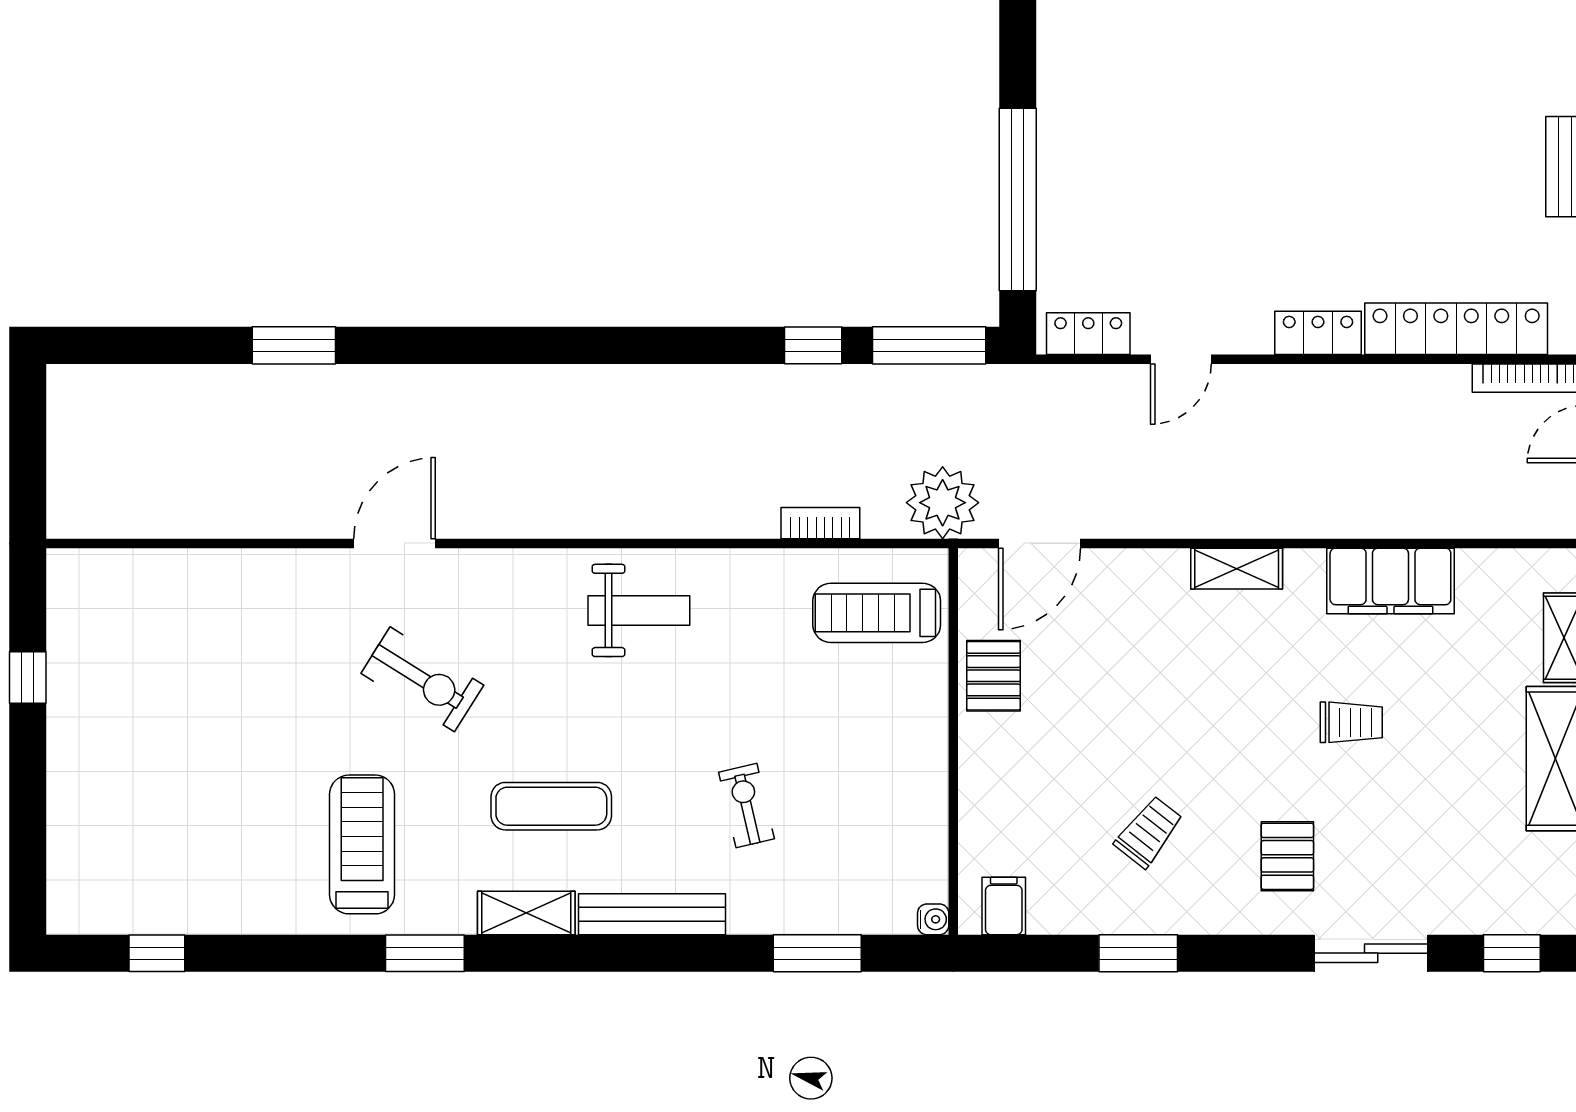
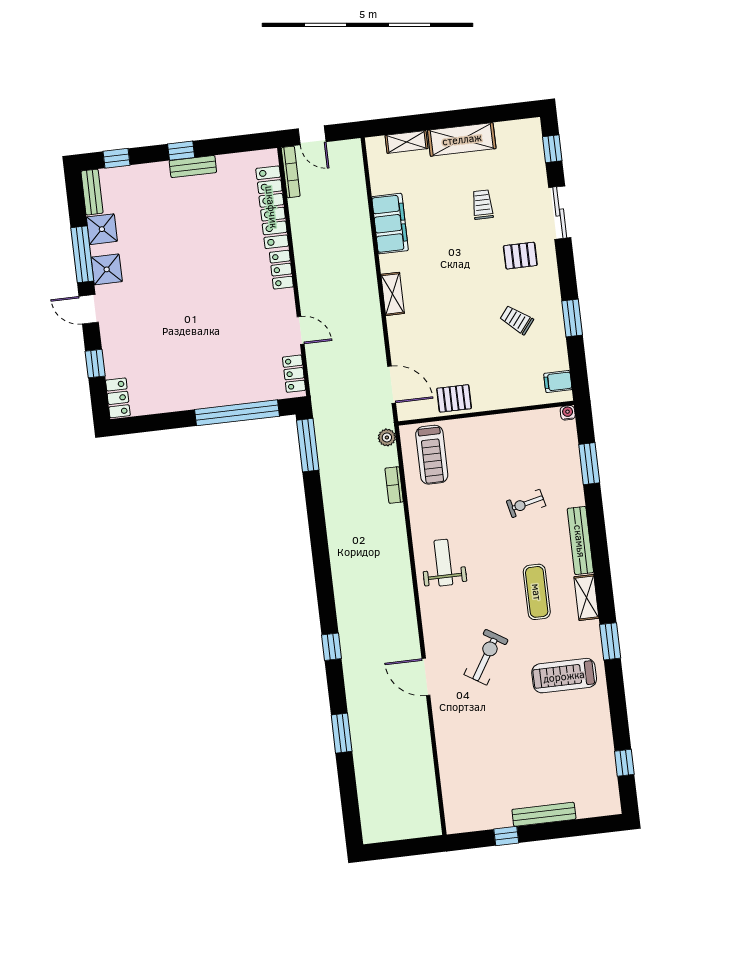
window: (813, 345) -> (331, 647), moved
plant: (943, 503) -> (387, 437), width x0.53, depth x0.53
trolley: (1351, 722) -> (482, 205), moved
bench: (65, 765) -> (544, 814), added

